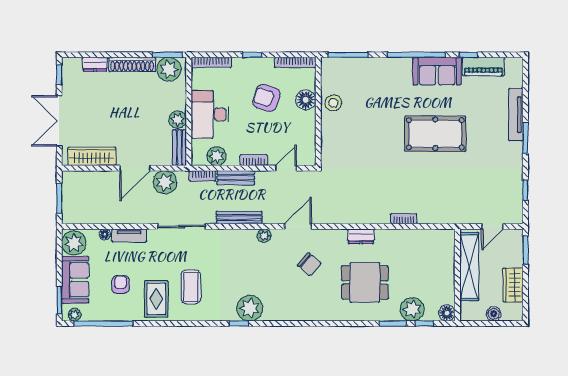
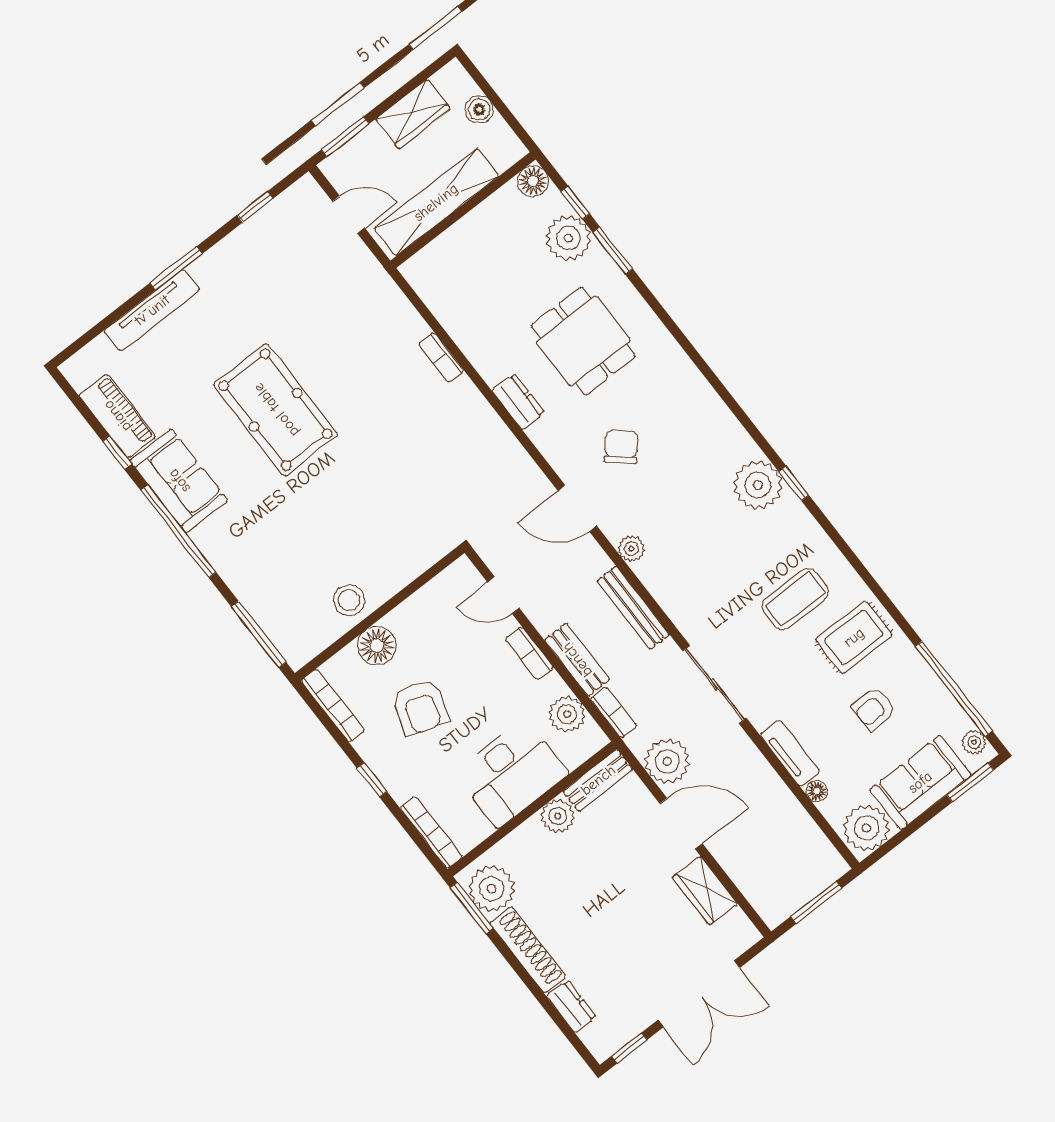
wardrobe: (92, 156) -> (705, 891), width x0.67

